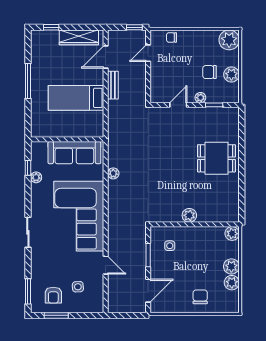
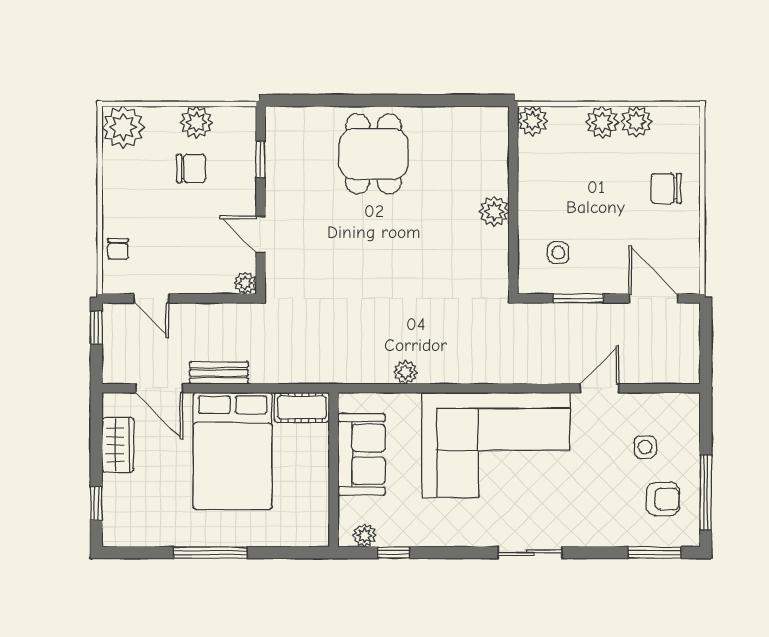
wardrobe: (79, 37) -> (118, 445), width x0.67
chair: (210, 72) -> (191, 169), turned -90
bed: (76, 98) -> (233, 451), width x1.50
plant: (200, 98) -> (245, 283), moved
cot: (97, 124) -> (302, 407), added
sofa: (74, 153) -> (362, 454), width x0.73
plant: (36, 177) -> (364, 535), moved
window: (56, 315) -> (706, 493), width x1.44

